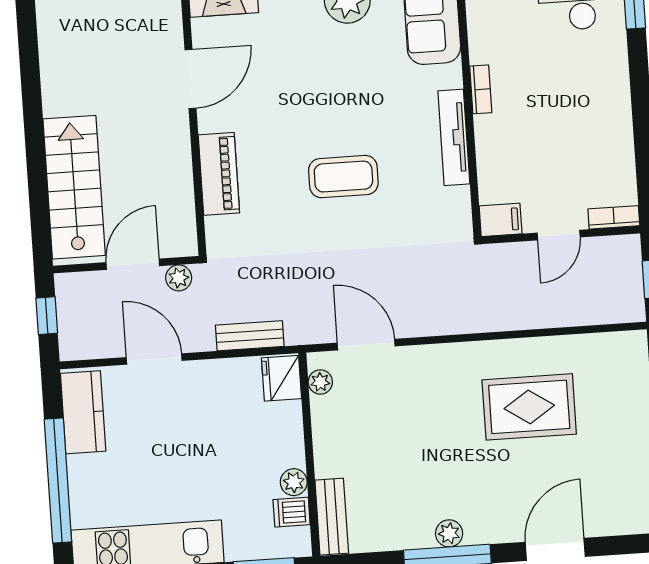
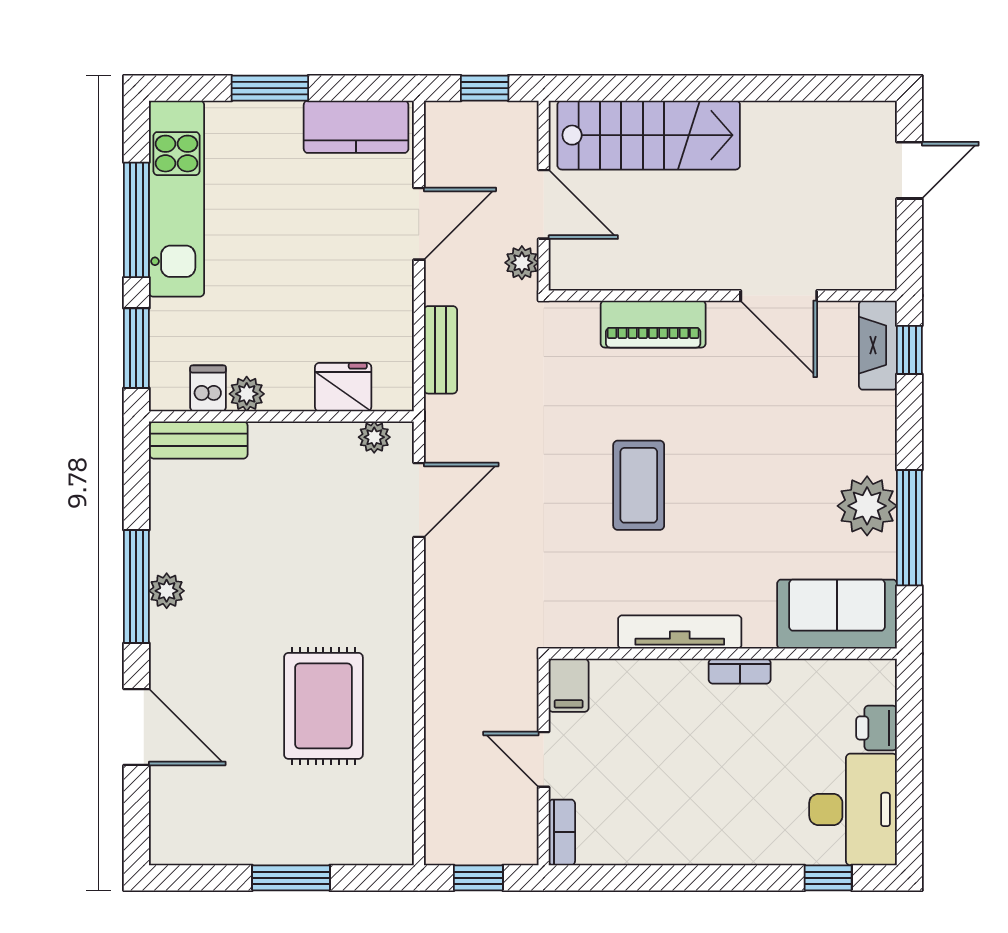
fridge: (281, 378) -> (343, 387), moved
window: (58, 480) -> (270, 88), width x0.47

